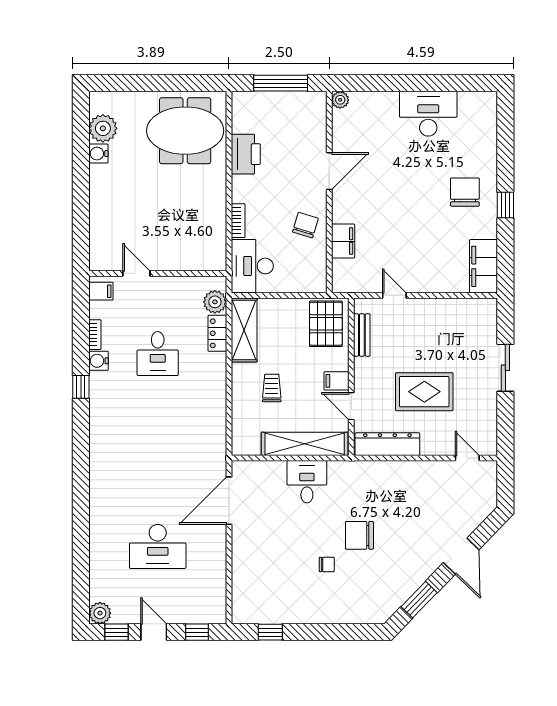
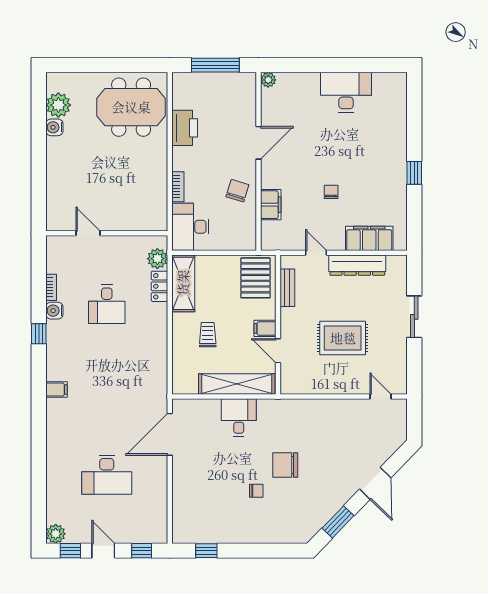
chair: (465, 192) -> (331, 192), moved, width x0.54, depth x0.54
filing cabinet: (483, 266) -> (369, 238), moved, turned 90
filing cabinet: (101, 291) -> (57, 389), moved
dresser: (387, 444) -> (357, 265), moved, turned 180

